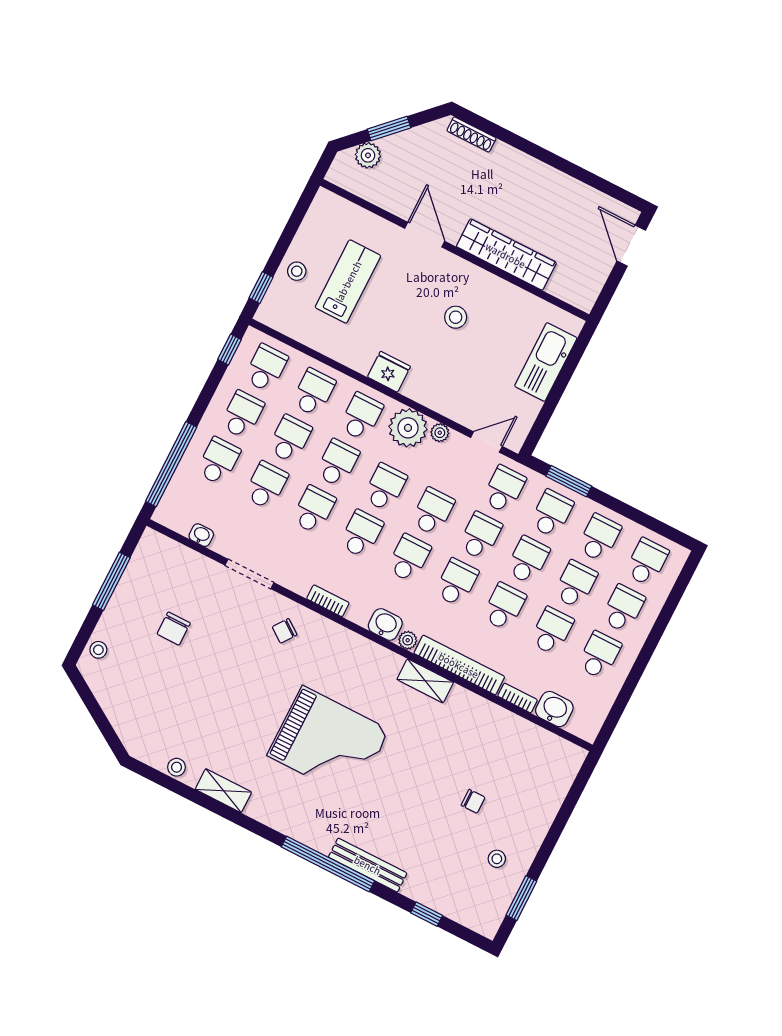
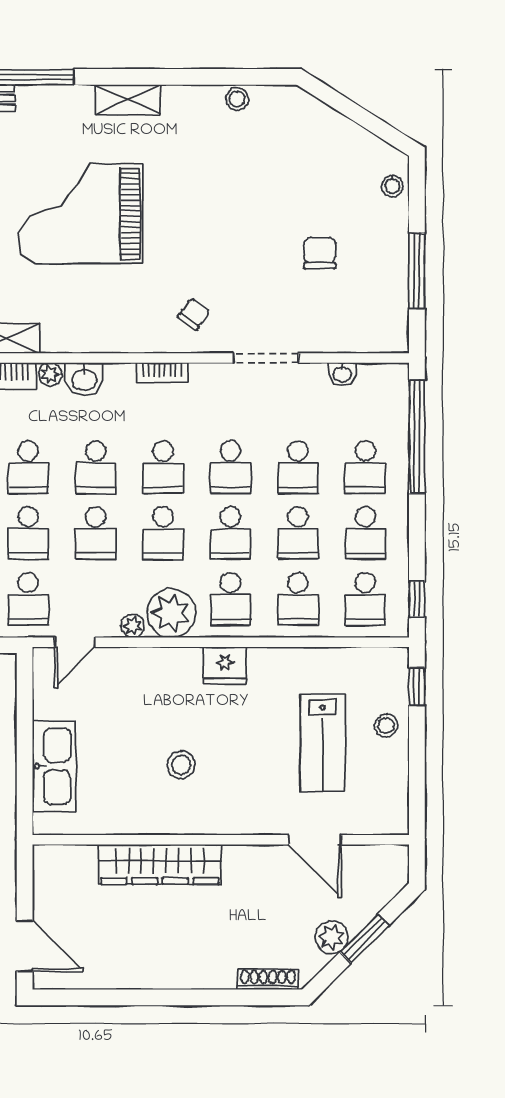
plant: (368, 155) -> (332, 937), moved
door: (425, 235) -> (315, 840), moved
shelving: (223, 791) -> (128, 99), moved

